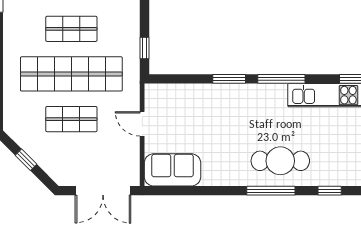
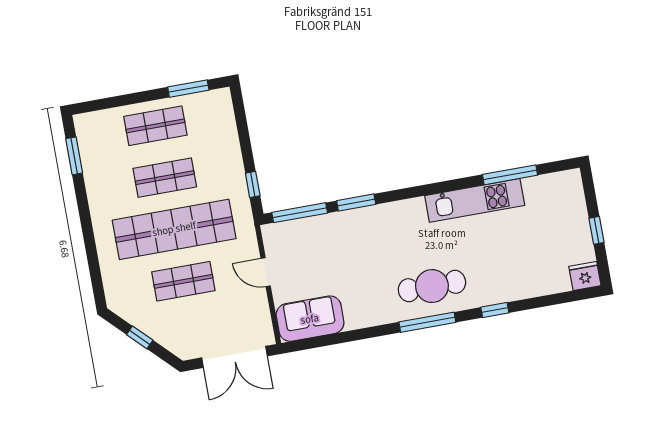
window: (281, 79) -> (300, 213), moved

